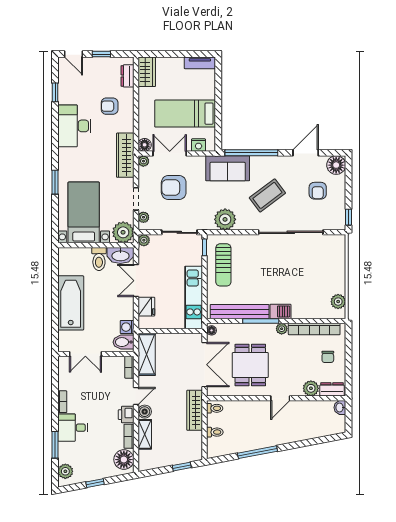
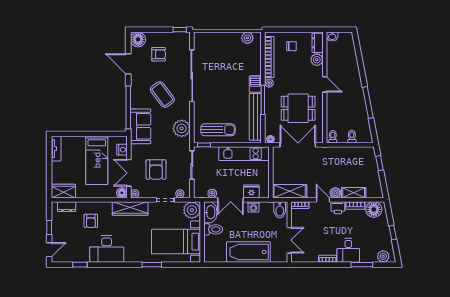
plant: (144, 240) -> (212, 193), moved
washing machine: (127, 327) -> (253, 207), moved
wardrobe: (195, 410) -> (334, 153), removed

